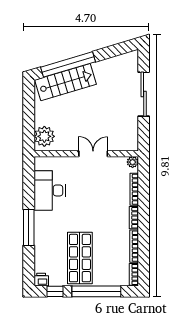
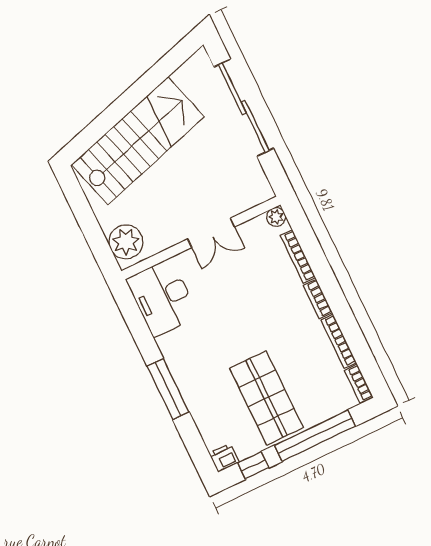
window: (68, 64) -> (110, 118), removed
stairs: (66, 82) -> (138, 141), width x1.36, depth x1.51
sliding door: (144, 94) -> (244, 108), width x1.36
double door: (93, 154) -> (211, 233), swing flipped
desk: (50, 190) -> (162, 298), moved

